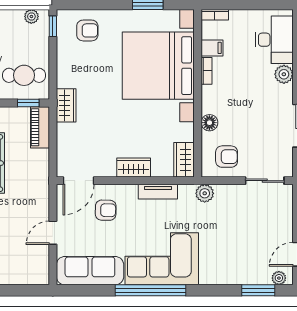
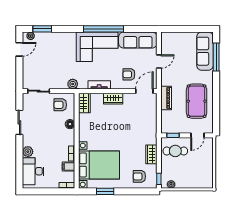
bed with nightstands: (158, 66) -> (99, 165), width x0.73
wardrobe: (66, 105) -> (151, 154), moved
piano: (40, 127) -> (166, 98), moved

